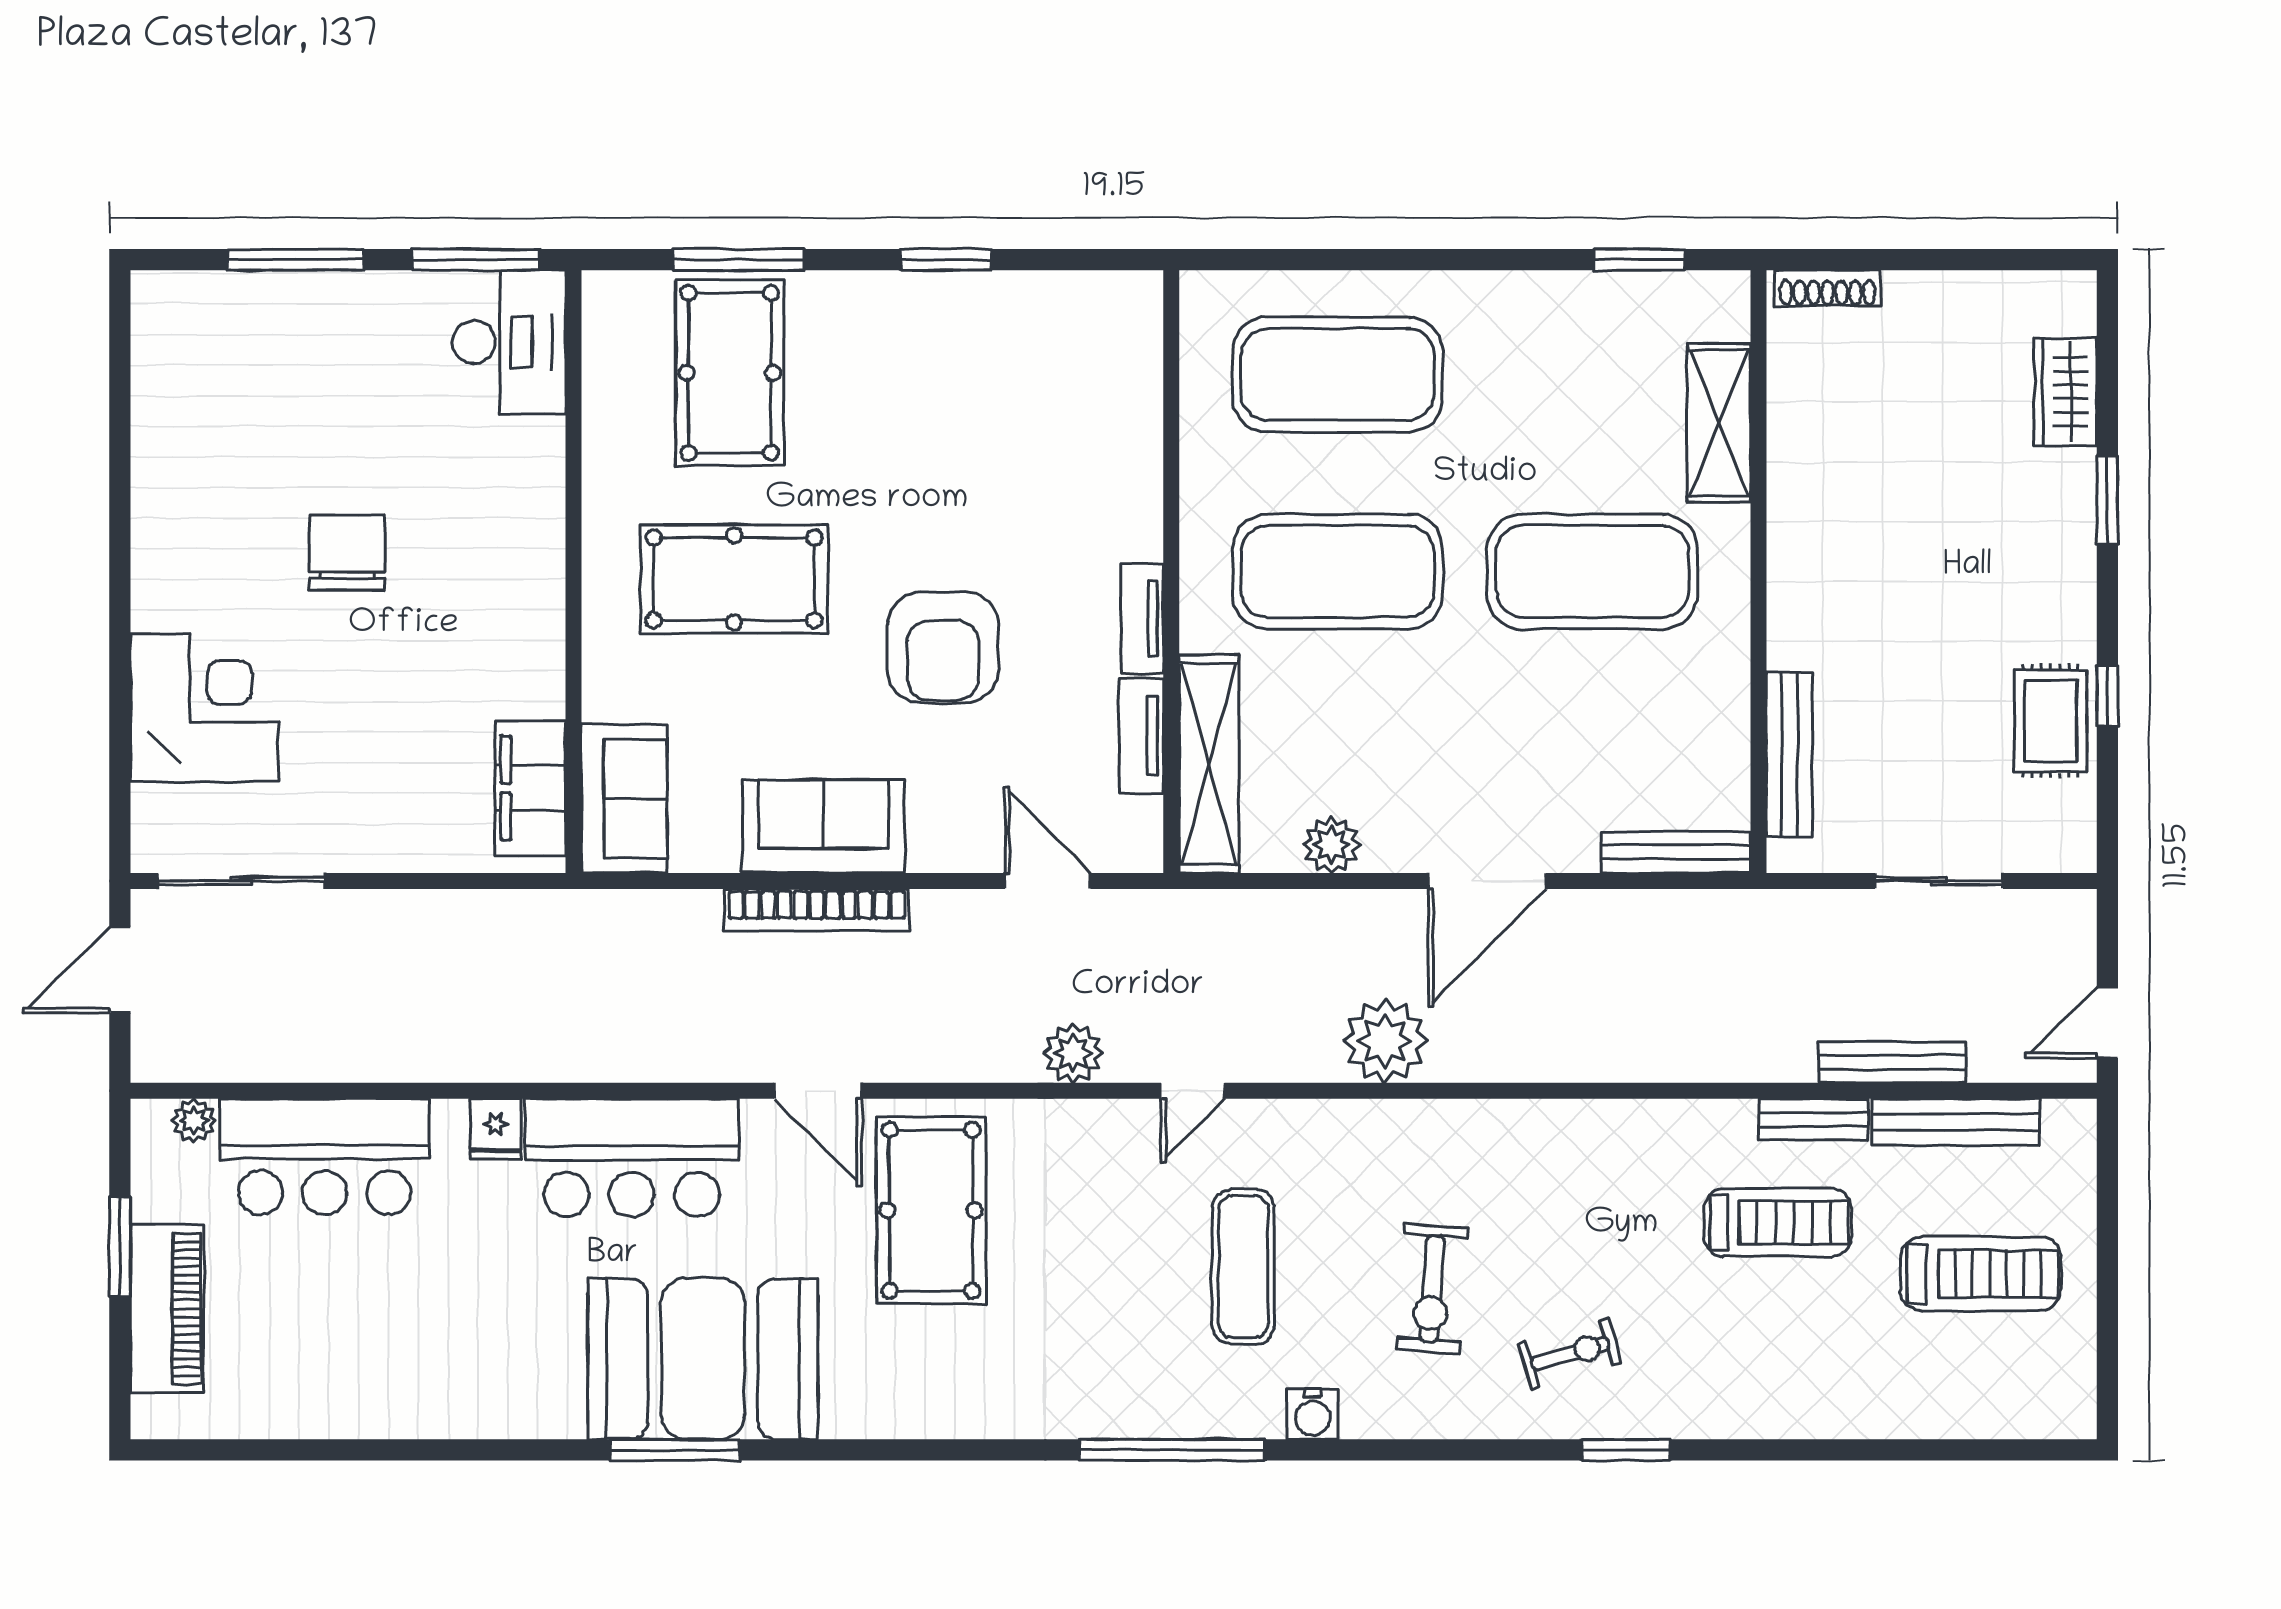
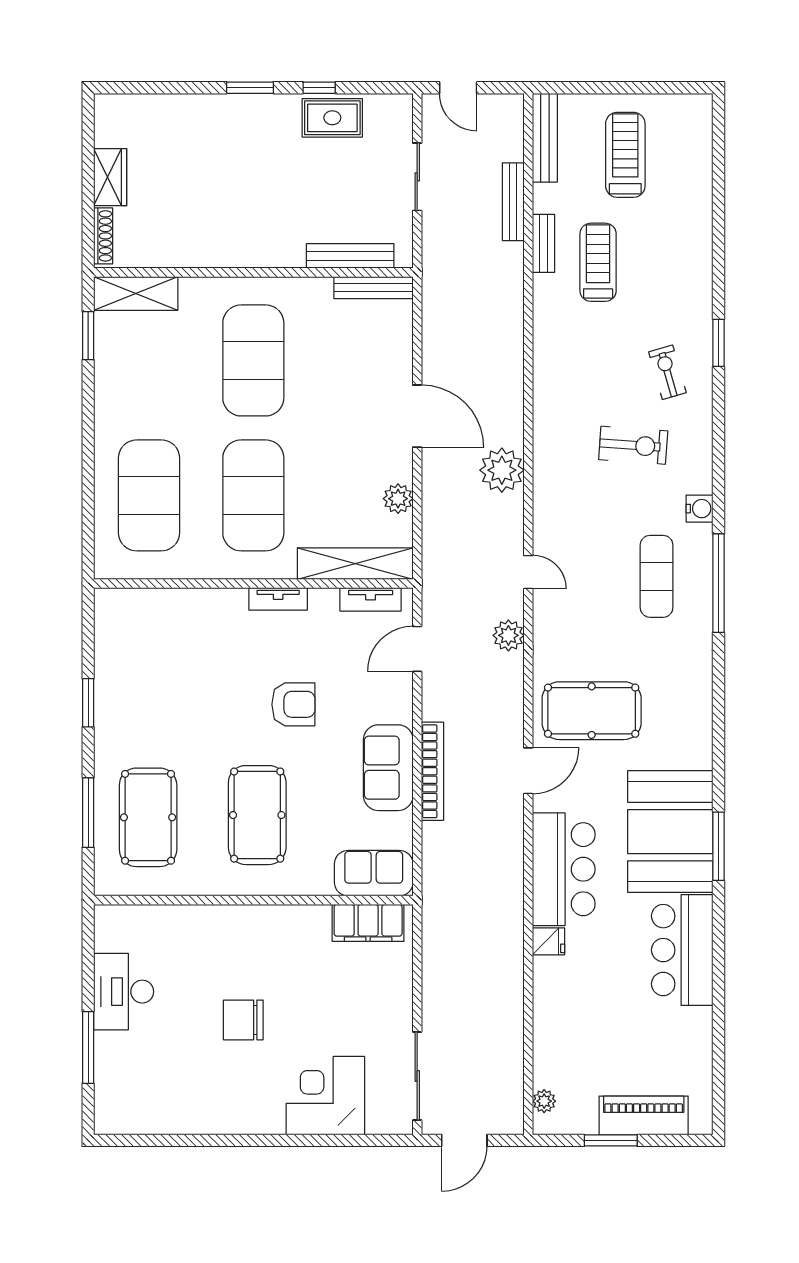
window: (476, 260) -> (88, 952), removed
desk: (509, 342) -> (124, 992), moved, turned -90
pool table: (730, 373) -> (148, 817), turned 90
wardrobe: (2066, 392) -> (110, 177), moved, turned -90
shelving: (1719, 423) -> (136, 293), moved
window: (2107, 500) -> (250, 88), moved
armchair: (943, 647) -> (293, 704), width x0.73, depth x0.73
tv unit: (1141, 736) -> (371, 599), moved
bench: (1676, 852) -> (373, 288), moved, turned 90
door: (120, 970) -> (464, 1140), hinge flipped
door: (2107, 1023) -> (458, 88), moved
bench: (1956, 1122) -> (545, 138), moved
bar counter: (325, 1157) -> (682, 950), moved, turned 180
exercise mat: (1243, 1267) -> (657, 576), moved, turned 90

